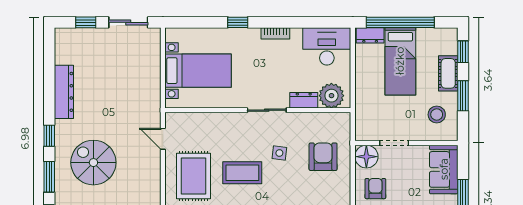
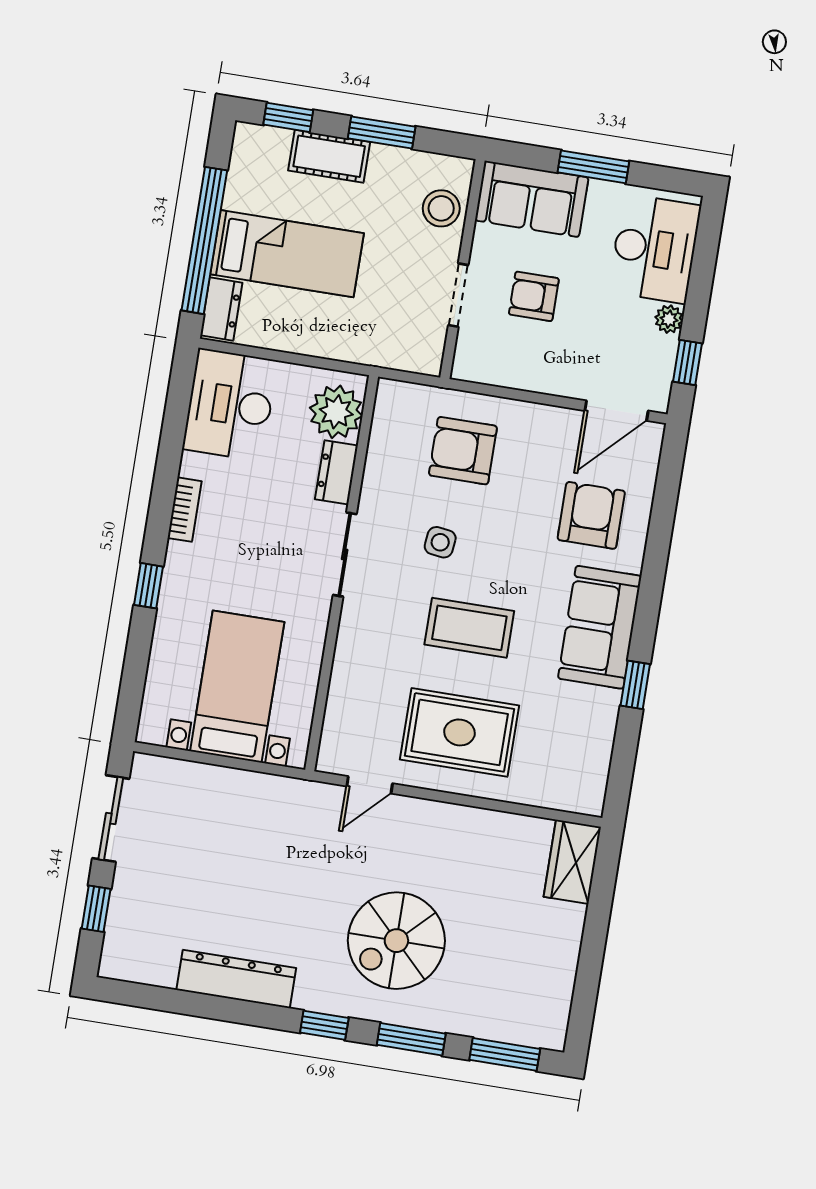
stool: (437, 115) -> (441, 208), moved
floor lamp: (366, 157) -> (478, 359), removed
coffee table: (242, 173) -> (469, 628), turned 90
armchair: (375, 189) -> (534, 296), moved

